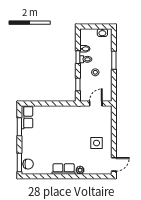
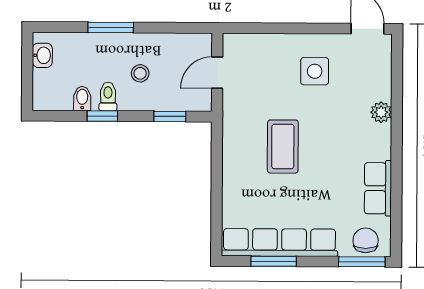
door: (96, 104) -> (217, 73), hinge flipped
row of seats: (27, 117) -> (279, 242), width x2.02
coffee table: (66, 130) -> (283, 147), added
row of seats: (64, 169) -> (378, 188), moved

